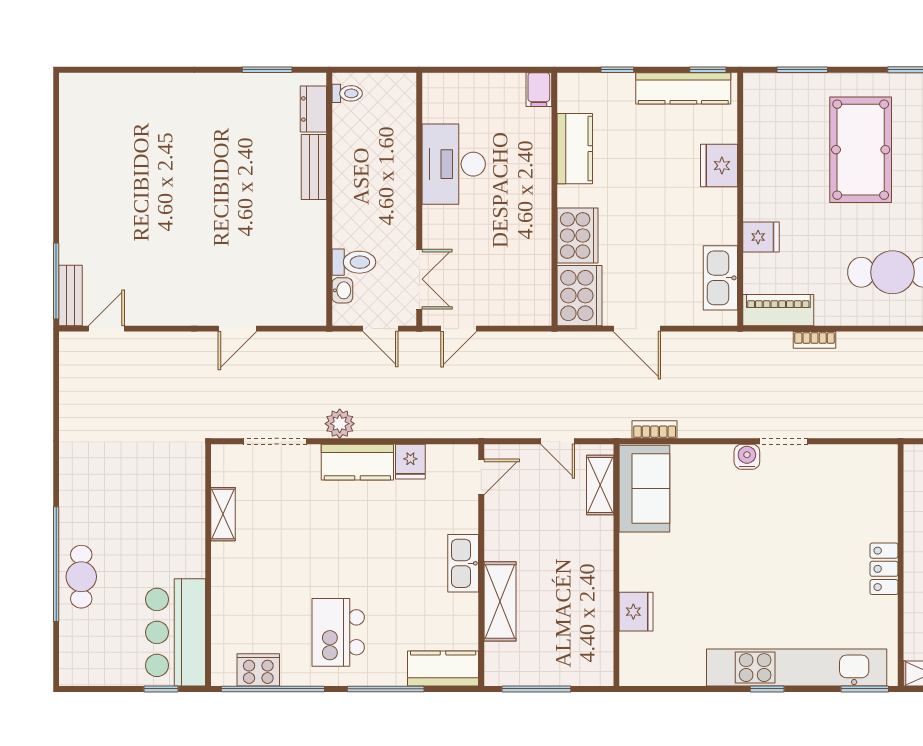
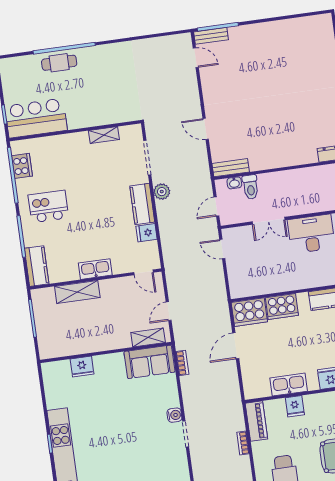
bench: (314, 167) -> (231, 168), moved
kitchen sink: (720, 278) -> (289, 385), moved
double door: (419, 279) -> (269, 221), moved

